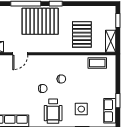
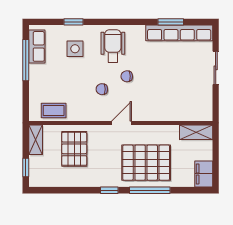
pallet: (40, 21) -> (146, 163), moved
door: (20, 54) -> (122, 123), moved
window: (118, 101) -> (26, 60), width x2.17

